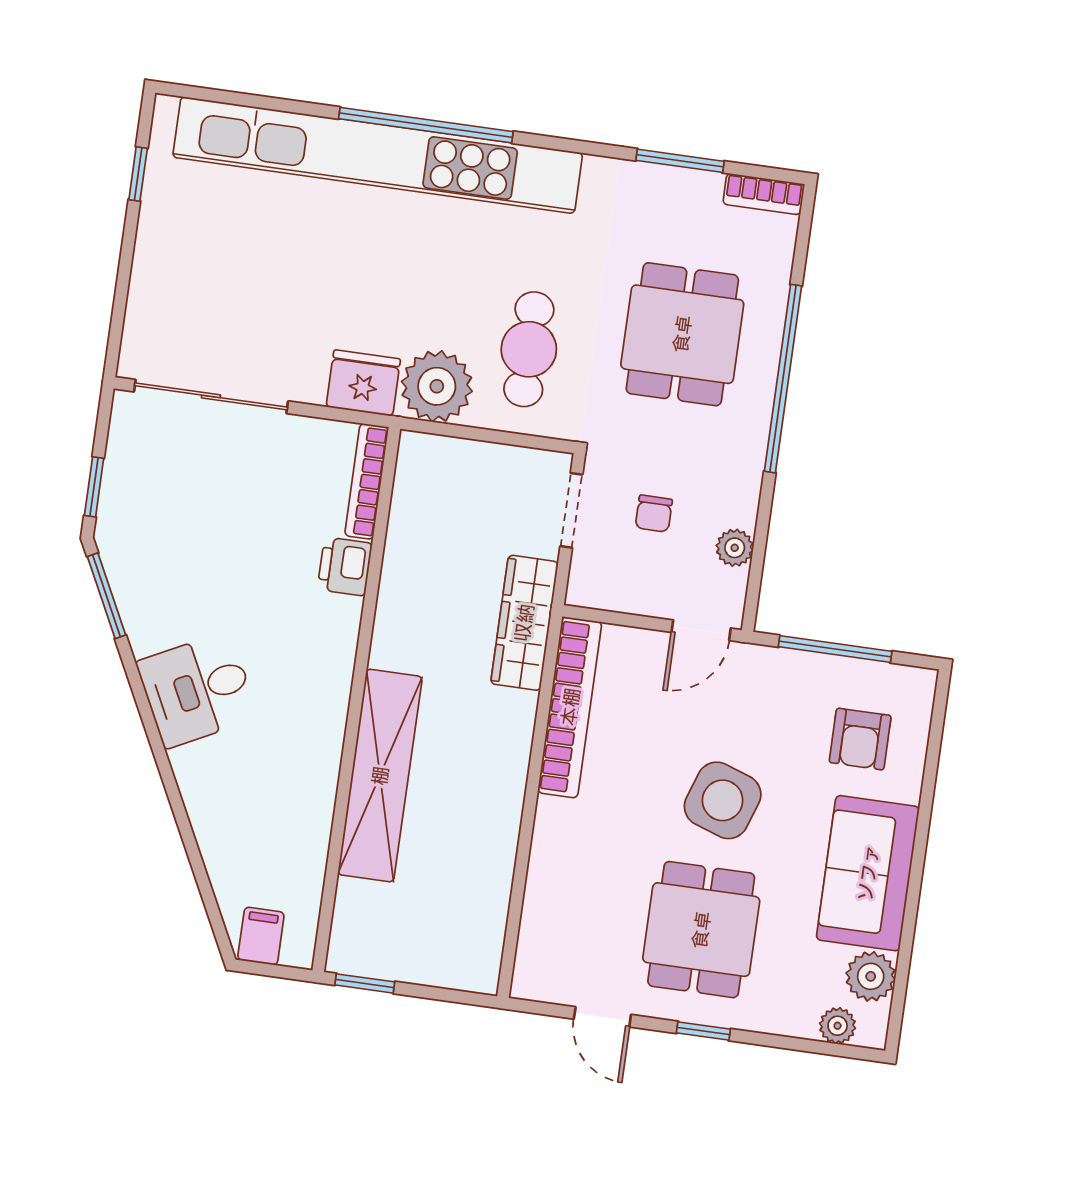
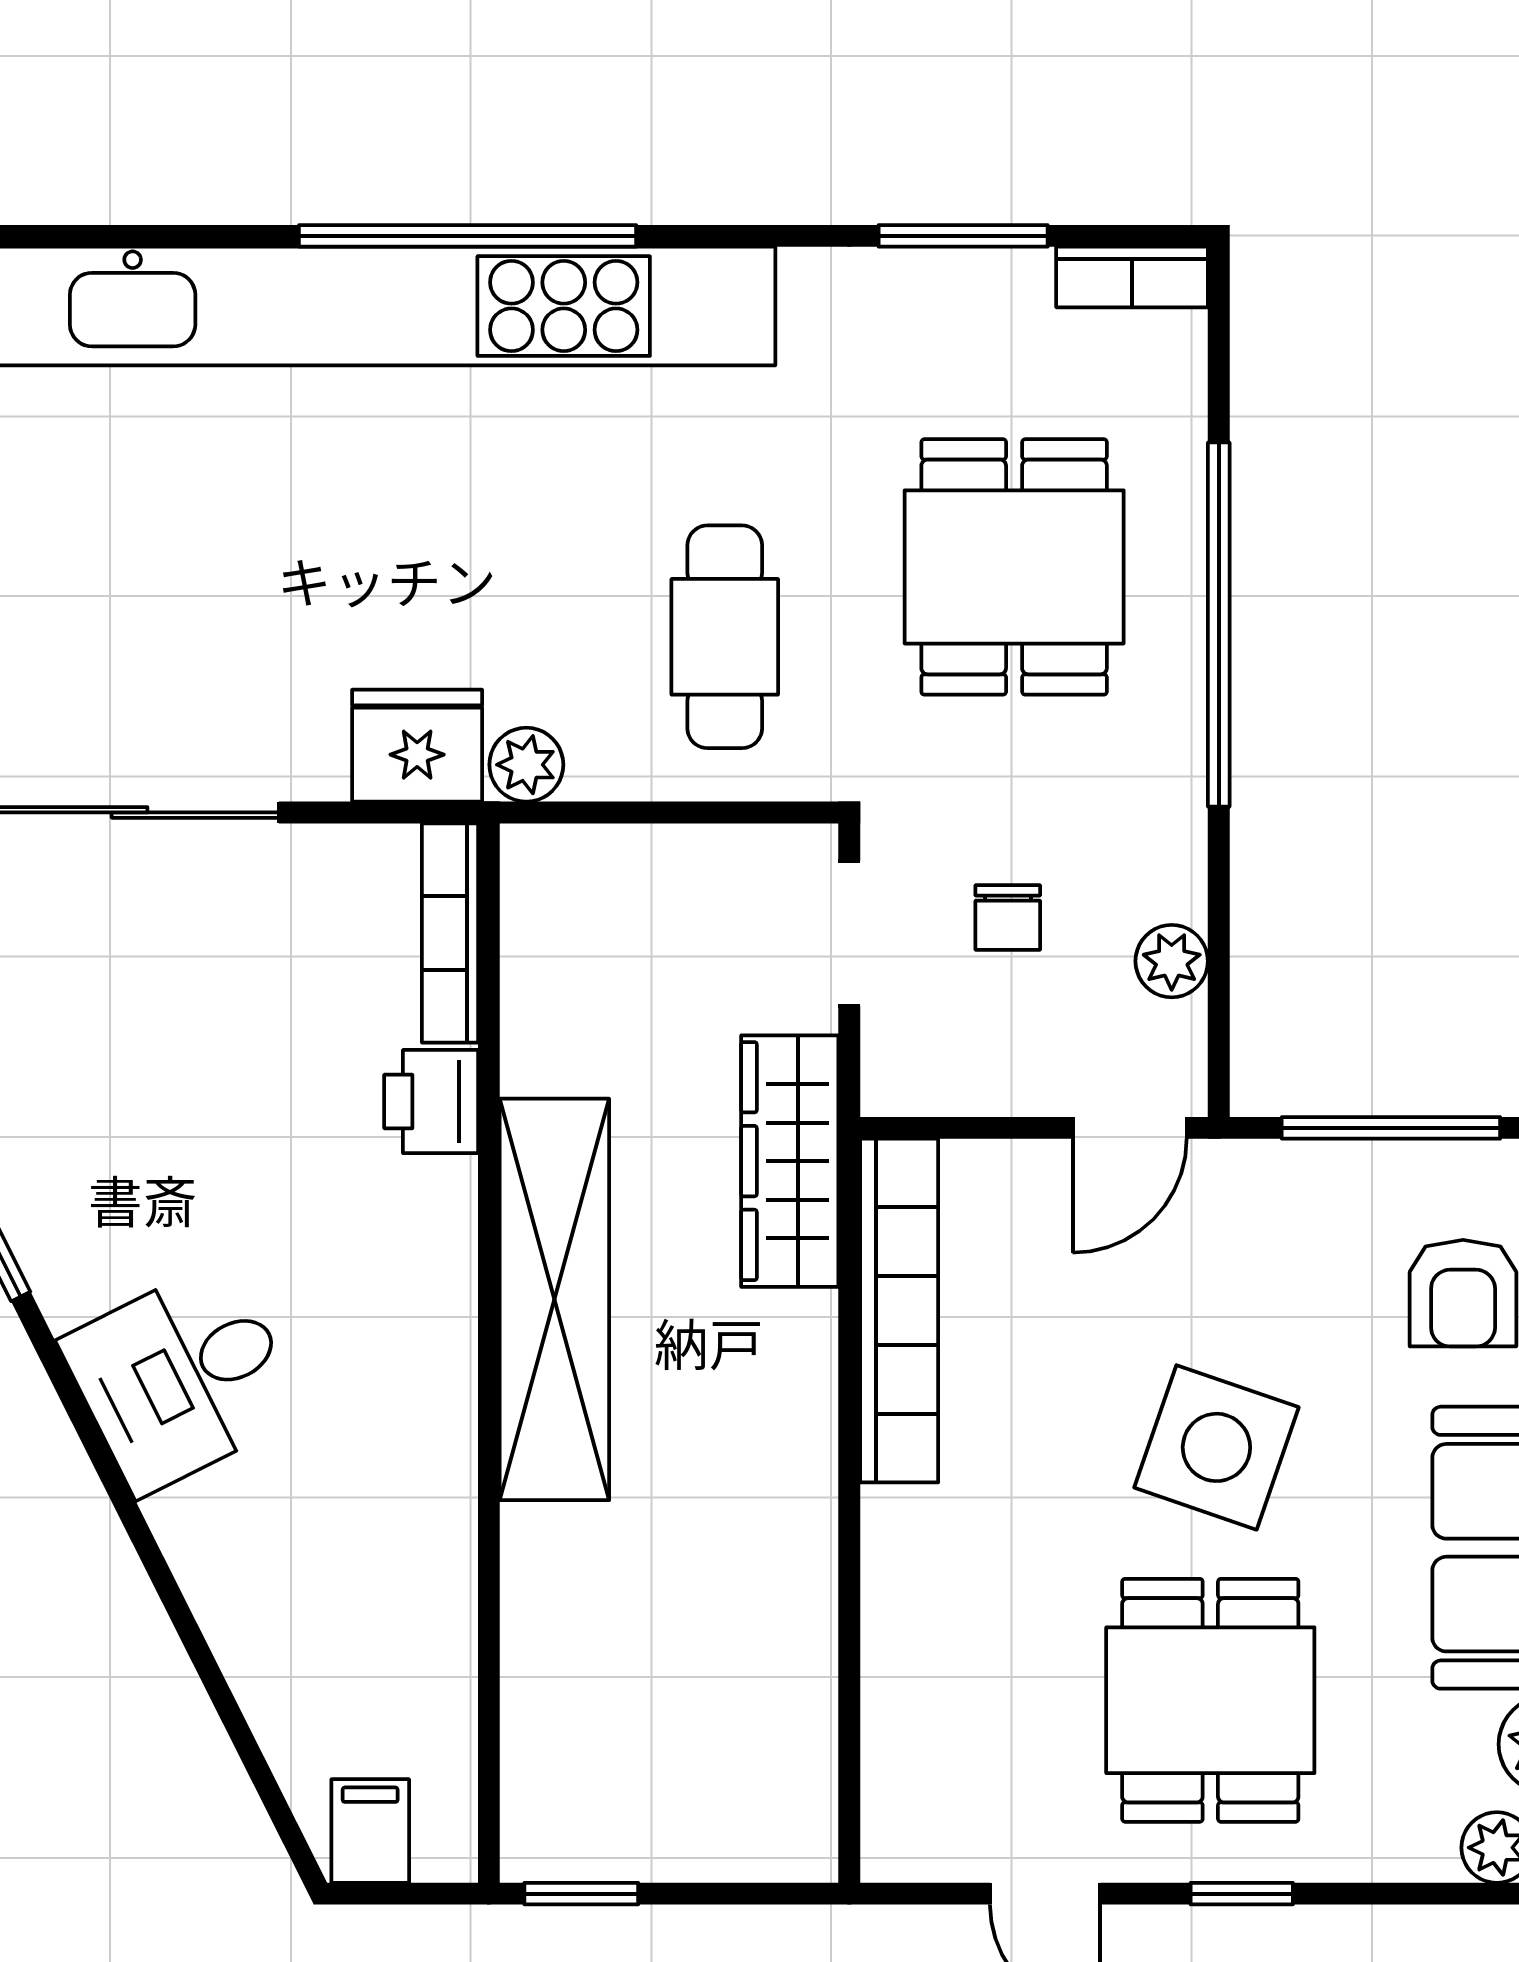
plant: (437, 386) -> (526, 765), width x0.53, depth x0.53
shelving: (380, 776) -> (554, 1299), moved

